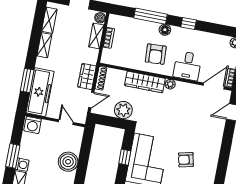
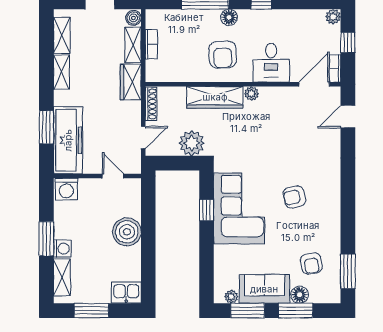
wardrobe: (87, 76) -> (131, 82), moved

